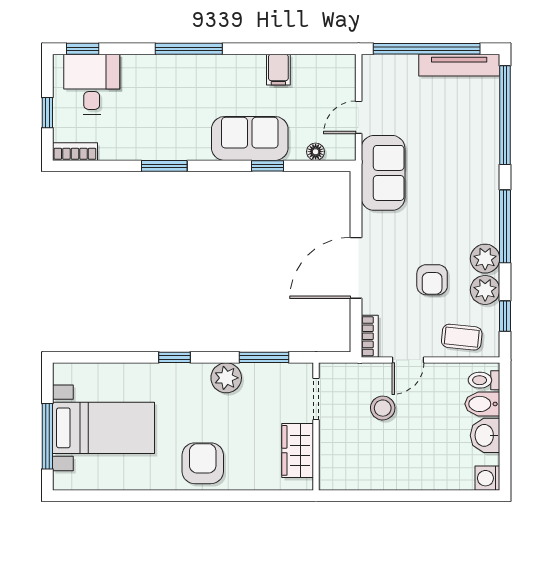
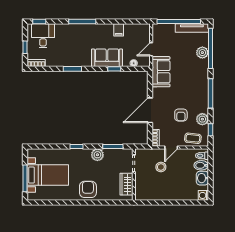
plant: (485, 259) -> (202, 53), moved

